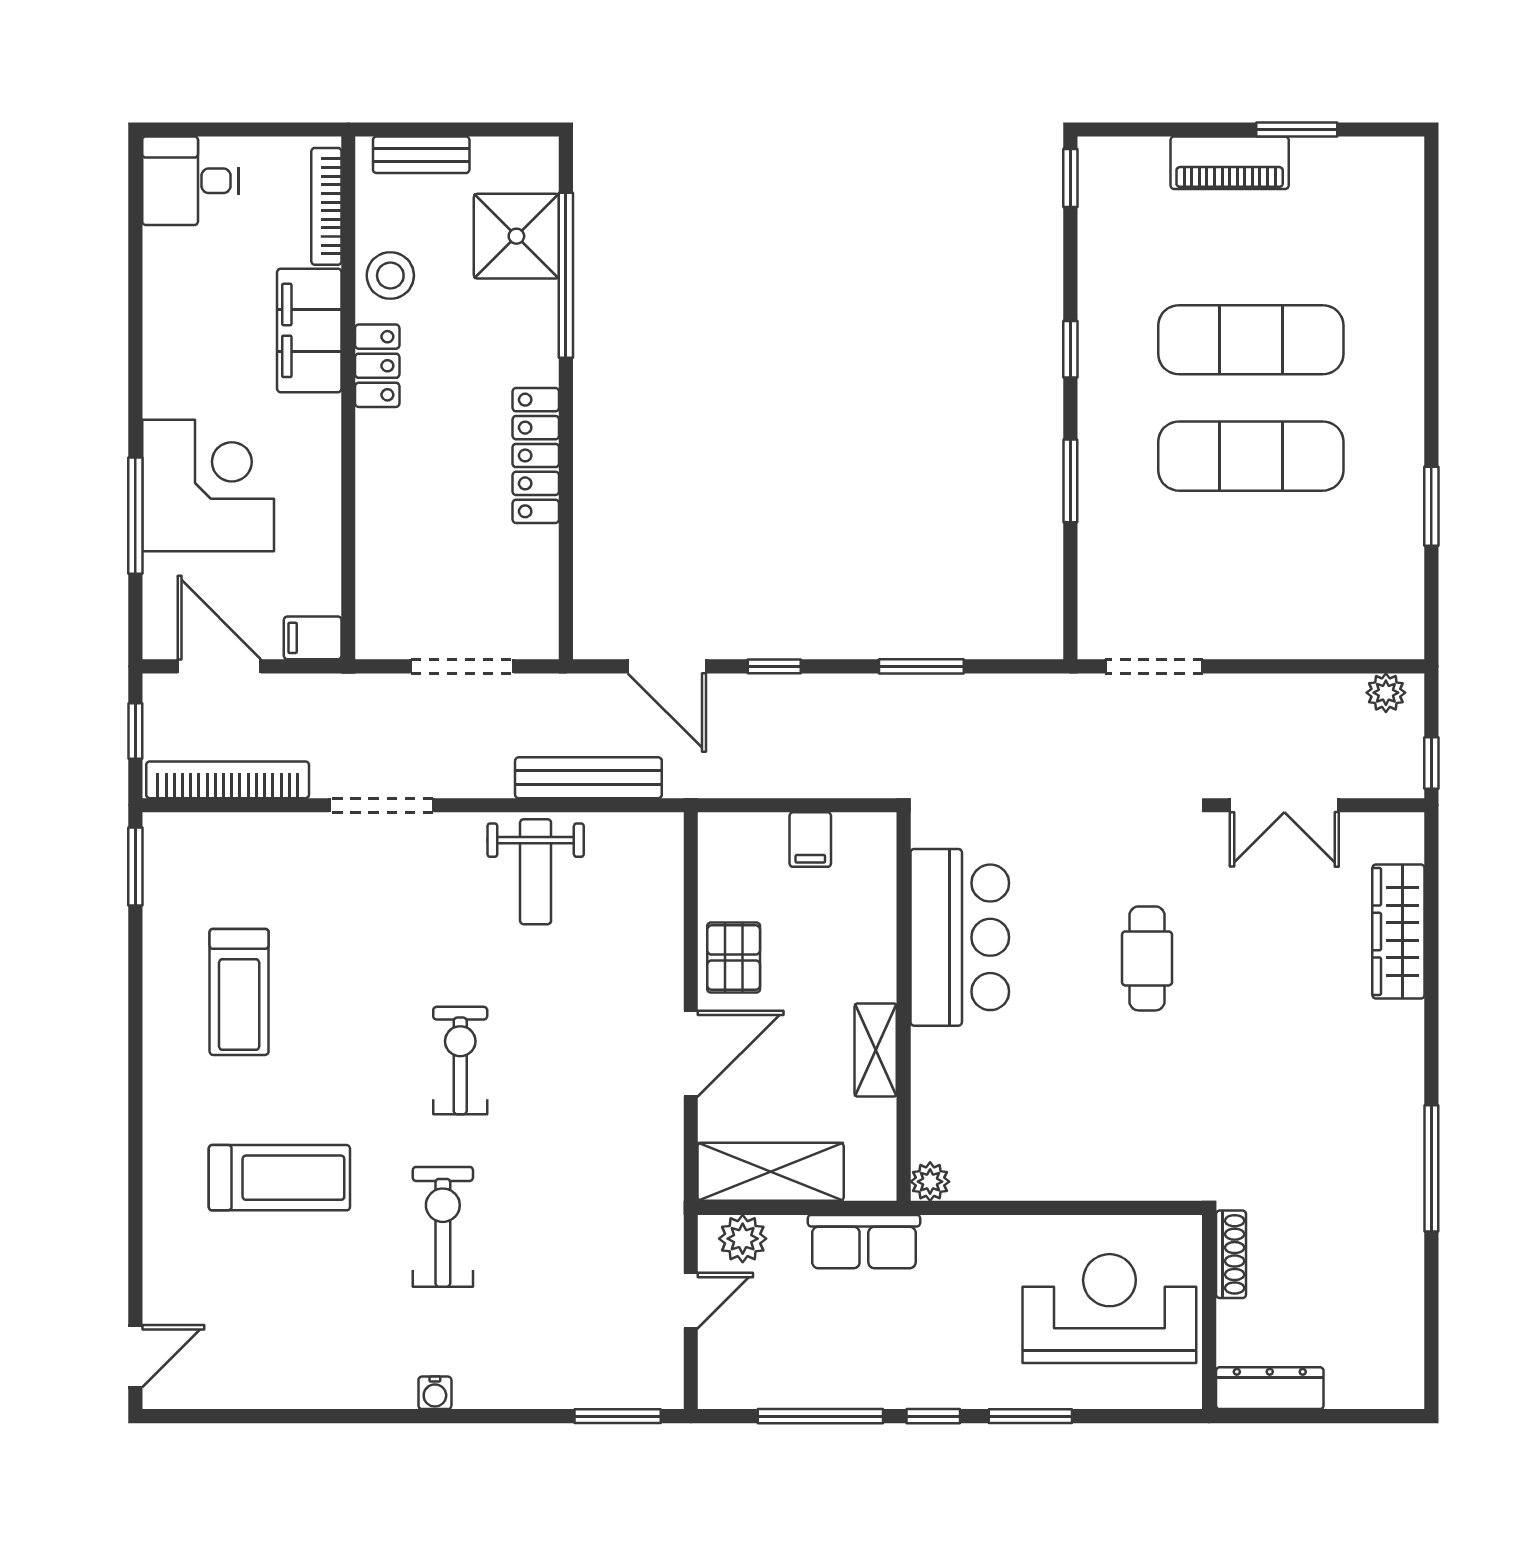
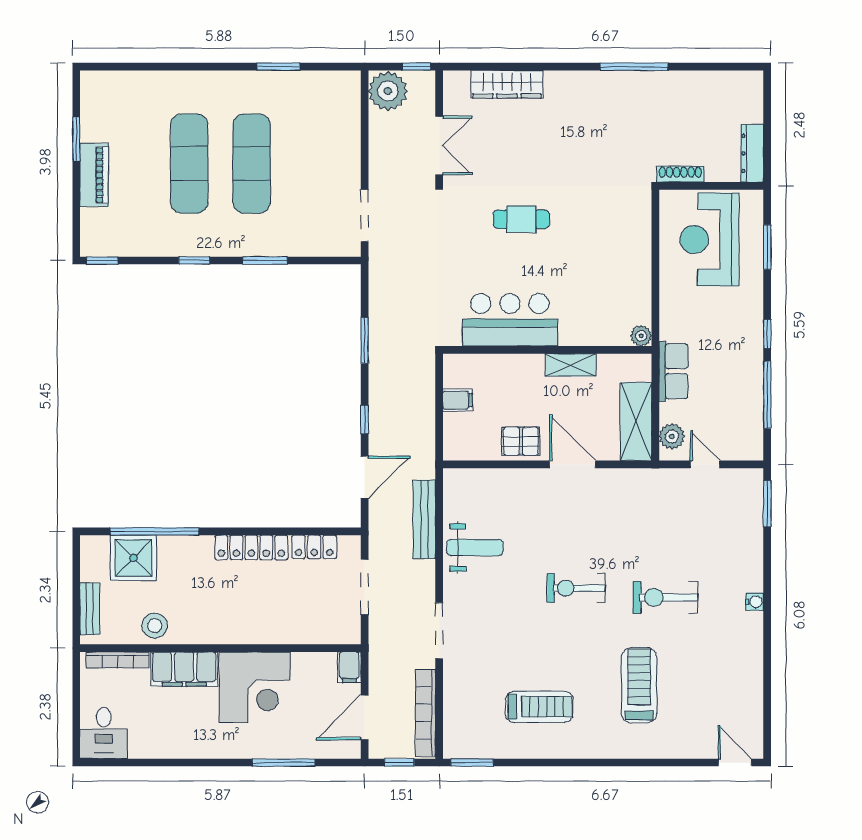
locker: (377, 366) -> (314, 547), moved, turned 180
corner desk: (208, 486) -> (255, 687), moved, turned 180
plant: (1386, 693) -> (388, 91), width x1.87, depth x1.87
window: (1030, 1416) -> (767, 247), moved

